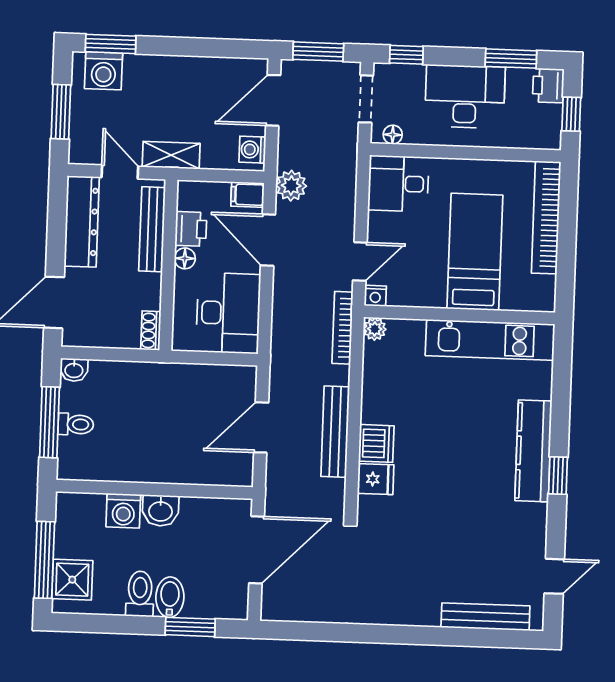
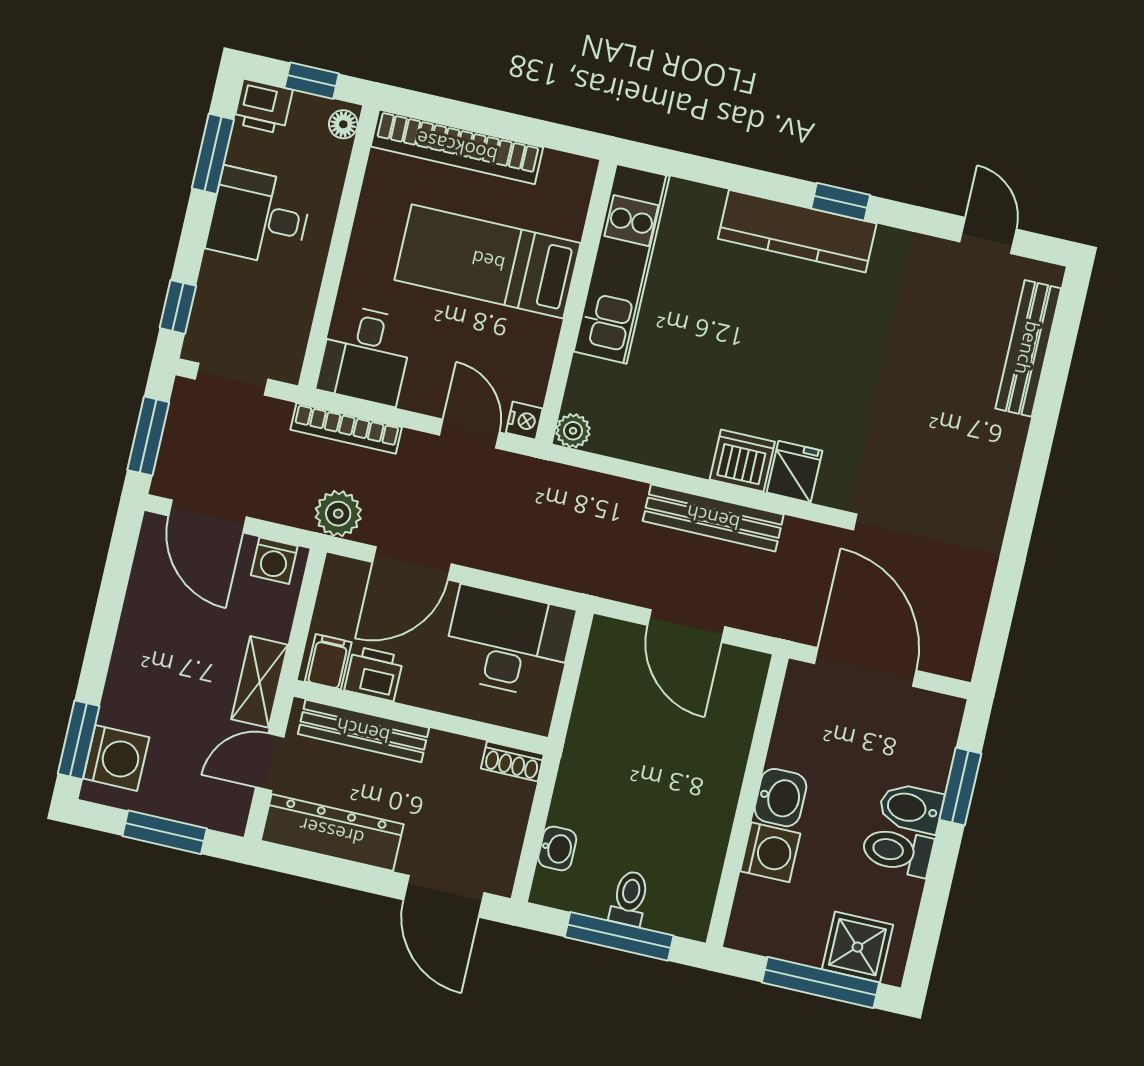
desk: (465, 97) -> (259, 217), width x0.73
floor lamp: (393, 135) -> (343, 124), moved
filing cabinet: (247, 195) -> (328, 662), moved, turned 180
floor lamp: (185, 258) -> (416, 691), removed
bookcase: (342, 328) -> (346, 428), moved
washbasin: (74, 370) -> (557, 848), moved

